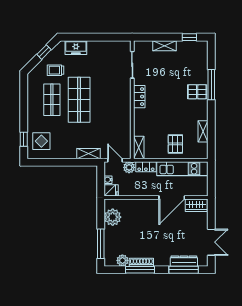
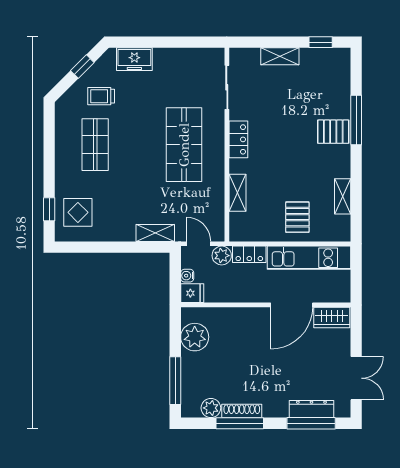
shop shelf: (79, 100) -> (184, 145), moved
shelving: (139, 147) -> (237, 193), moved

